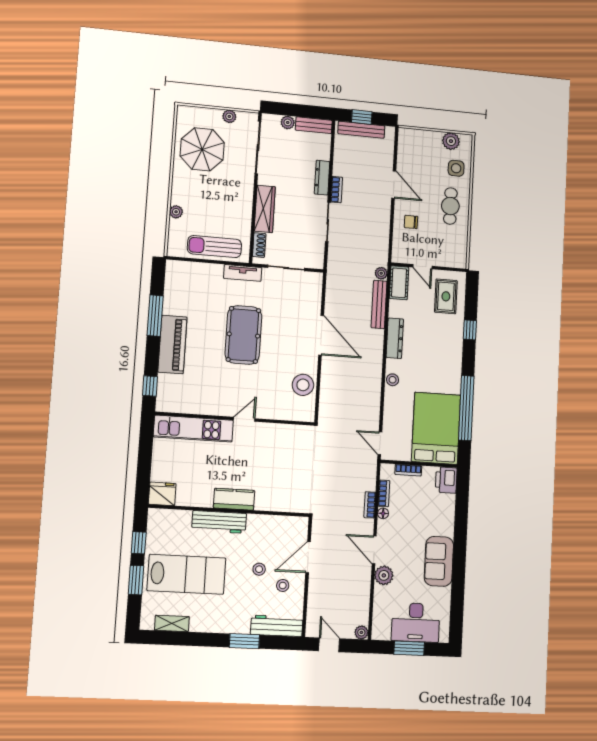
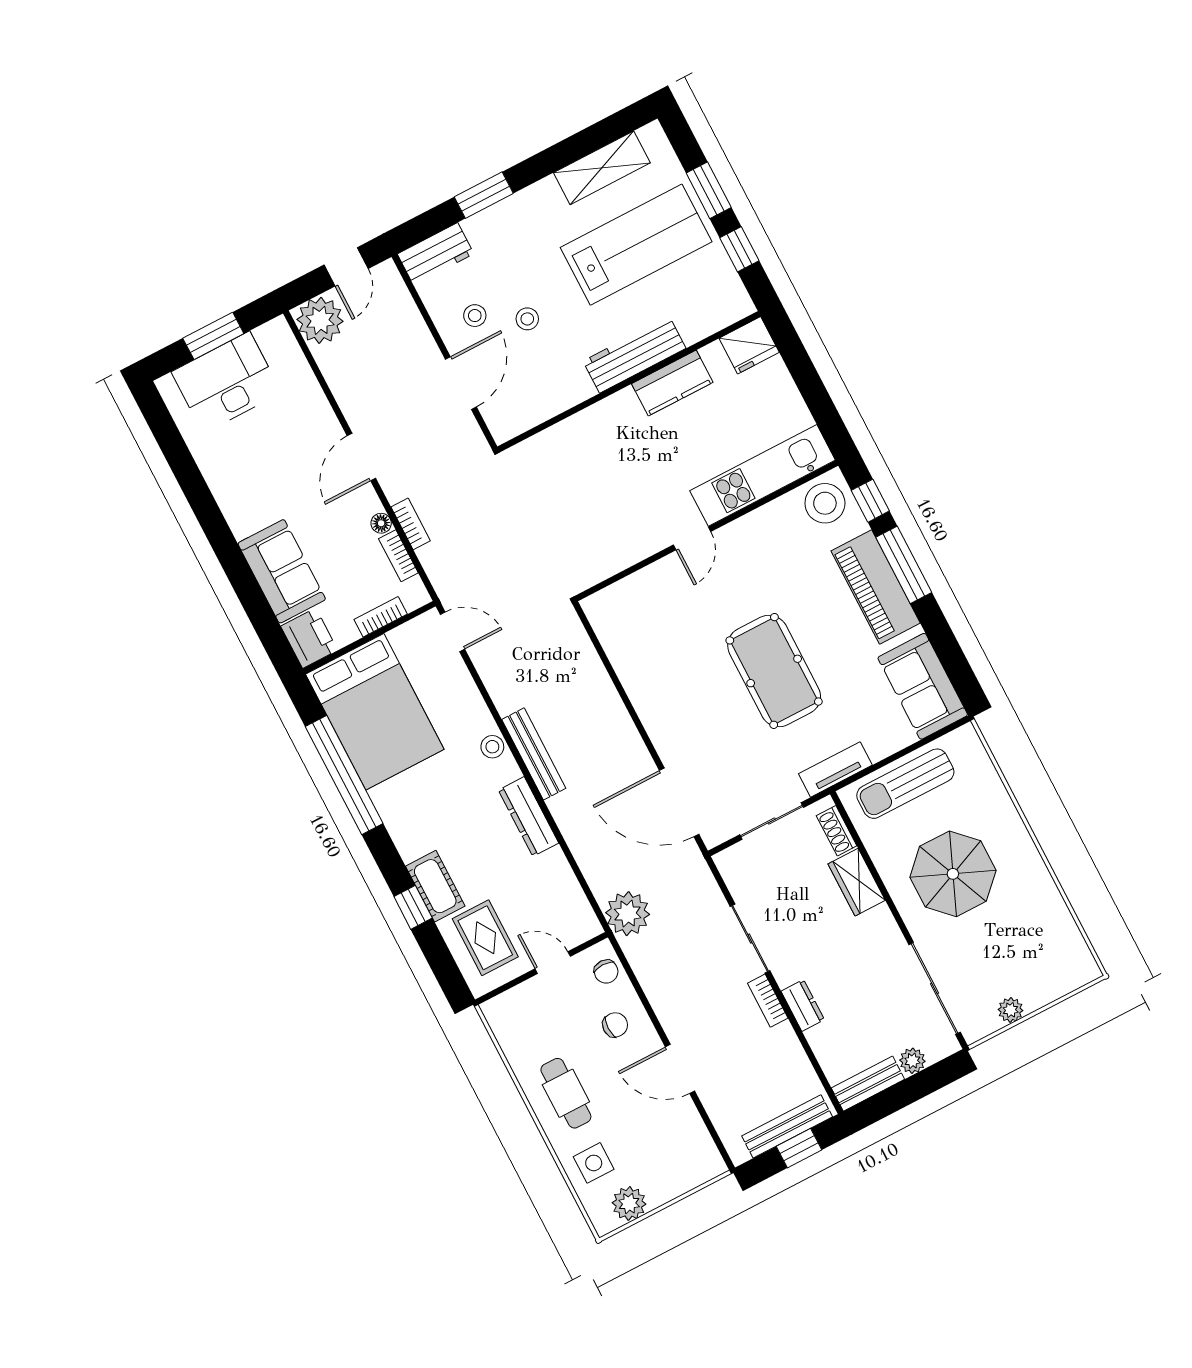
parasol: (202, 149) -> (953, 874), moved
dresser: (322, 178) -> (803, 1005), width x0.70
wardrobe: (265, 209) -> (857, 882), width x0.67
plant: (176, 212) -> (999, 801), removed
sun lounger: (214, 247) -> (905, 784), turned 180
chair: (401, 248) -> (606, 972), added
plant: (381, 273) -> (628, 914), width x1.88, depth x1.88
cot: (399, 283) -> (435, 886), moved
sofa: (179, 286) -> (923, 686), added
bench: (379, 304) -> (534, 754), moved
window: (155, 316) -> (904, 565), moved
door: (321, 335) -> (679, 802), moved
stool: (303, 385) -> (825, 503), moved
kitchen counter: (234, 499) -> (672, 383), moved
door: (374, 550) -> (361, 457), swing flipped
sofa: (439, 561) -> (282, 571), moved
lab bench: (186, 574) -> (636, 245), turned 180
plant: (384, 575) -> (322, 426), removed
shelving: (172, 623) -> (602, 168), width x1.50, depth x1.33
workbench: (277, 626) -> (436, 254), width x0.73
plant: (361, 632) -> (320, 320), width x1.88, depth x1.88
door: (329, 645) -> (346, 267), hinge flipped

